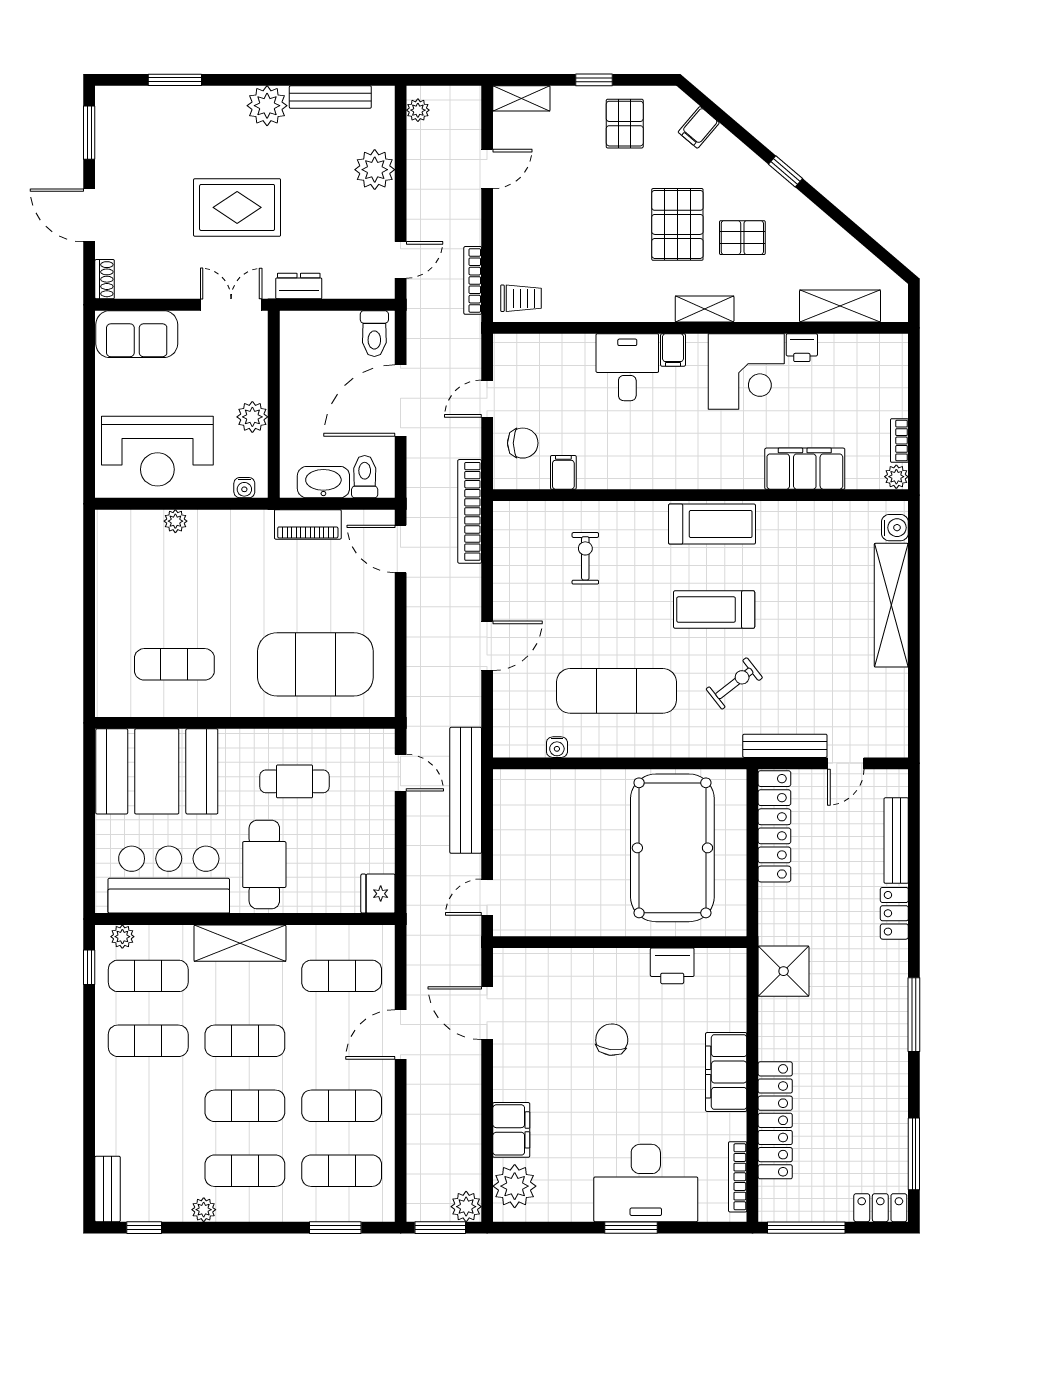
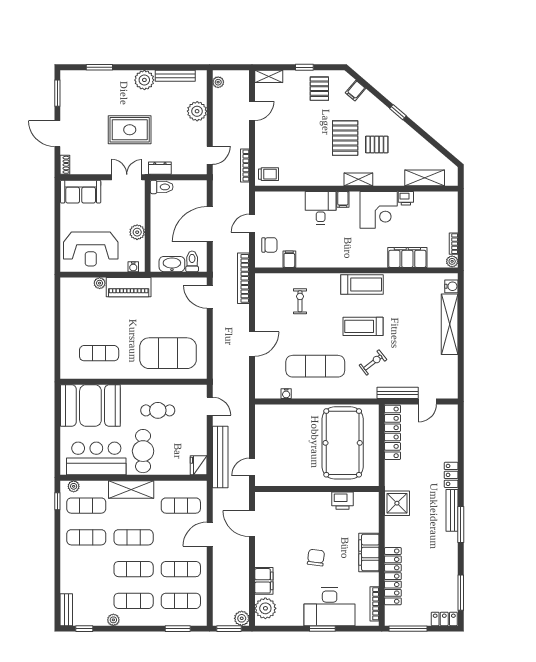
toilet: (374, 334) -> (162, 187), moved, turned -90
piano: (308, 524) -> (129, 287), moved, width x1.37, depth x1.33
bench: (466, 790) -> (220, 457), moved
bench: (896, 841) -> (452, 510), moved
chair: (612, 1040) -> (316, 558), moved

